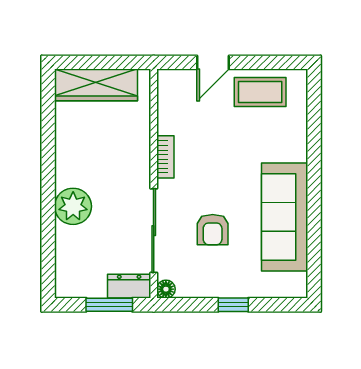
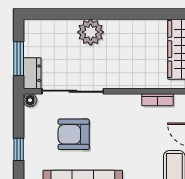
bookcase: (165, 157) -> (158, 100), moved
armchair: (213, 230) -> (74, 134), width x1.38, depth x1.38

